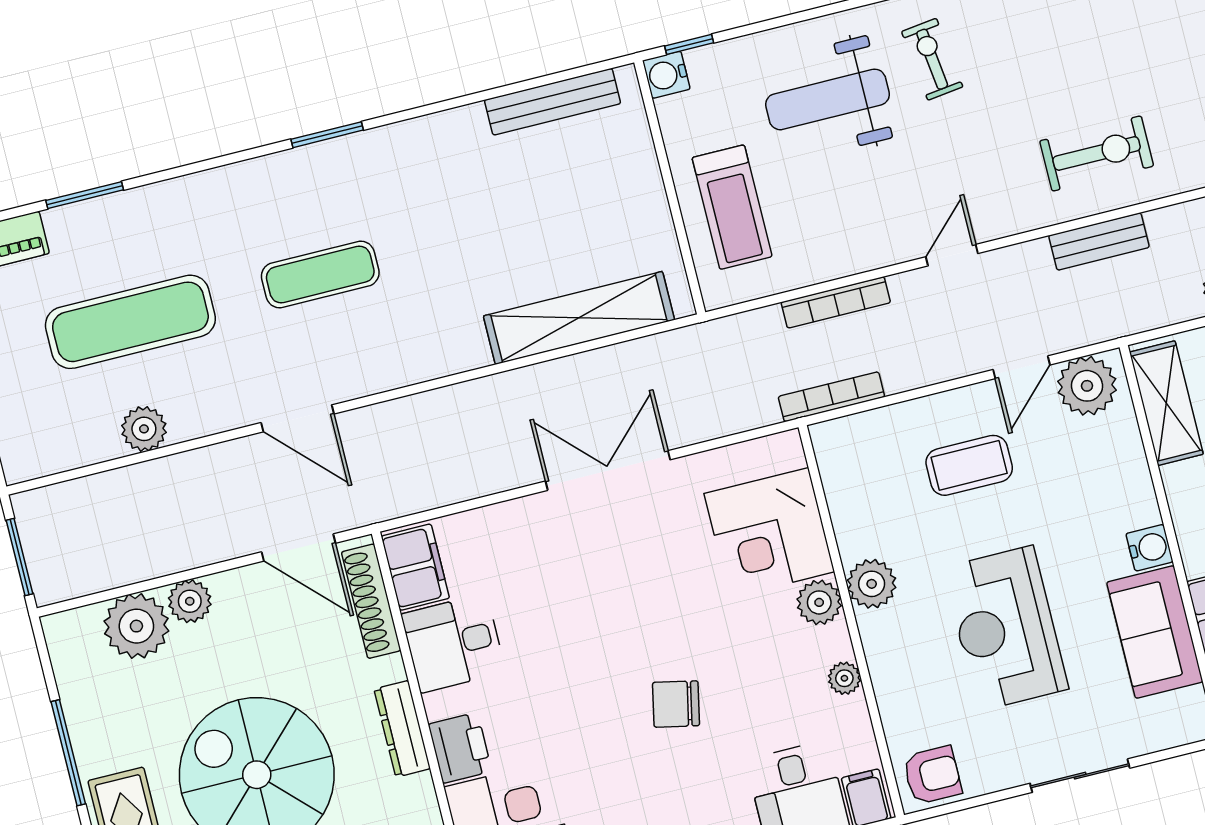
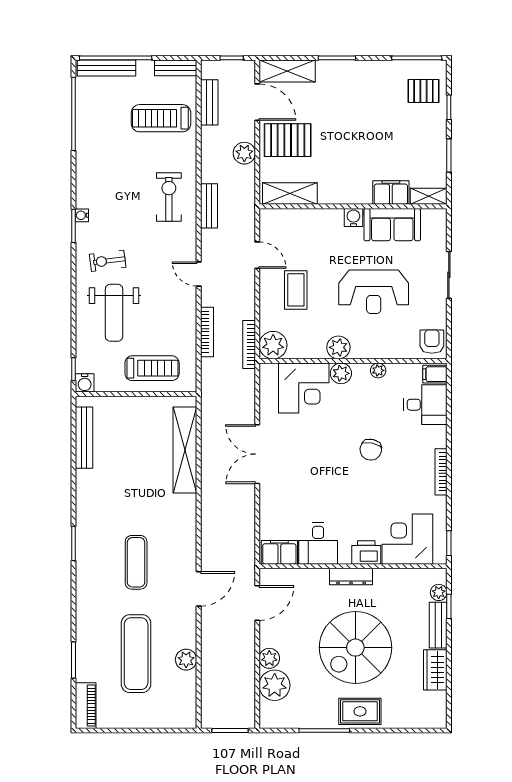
plant: (1087, 386) -> (273, 345), moved
shoe rack: (371, 601) -> (290, 576), removed

